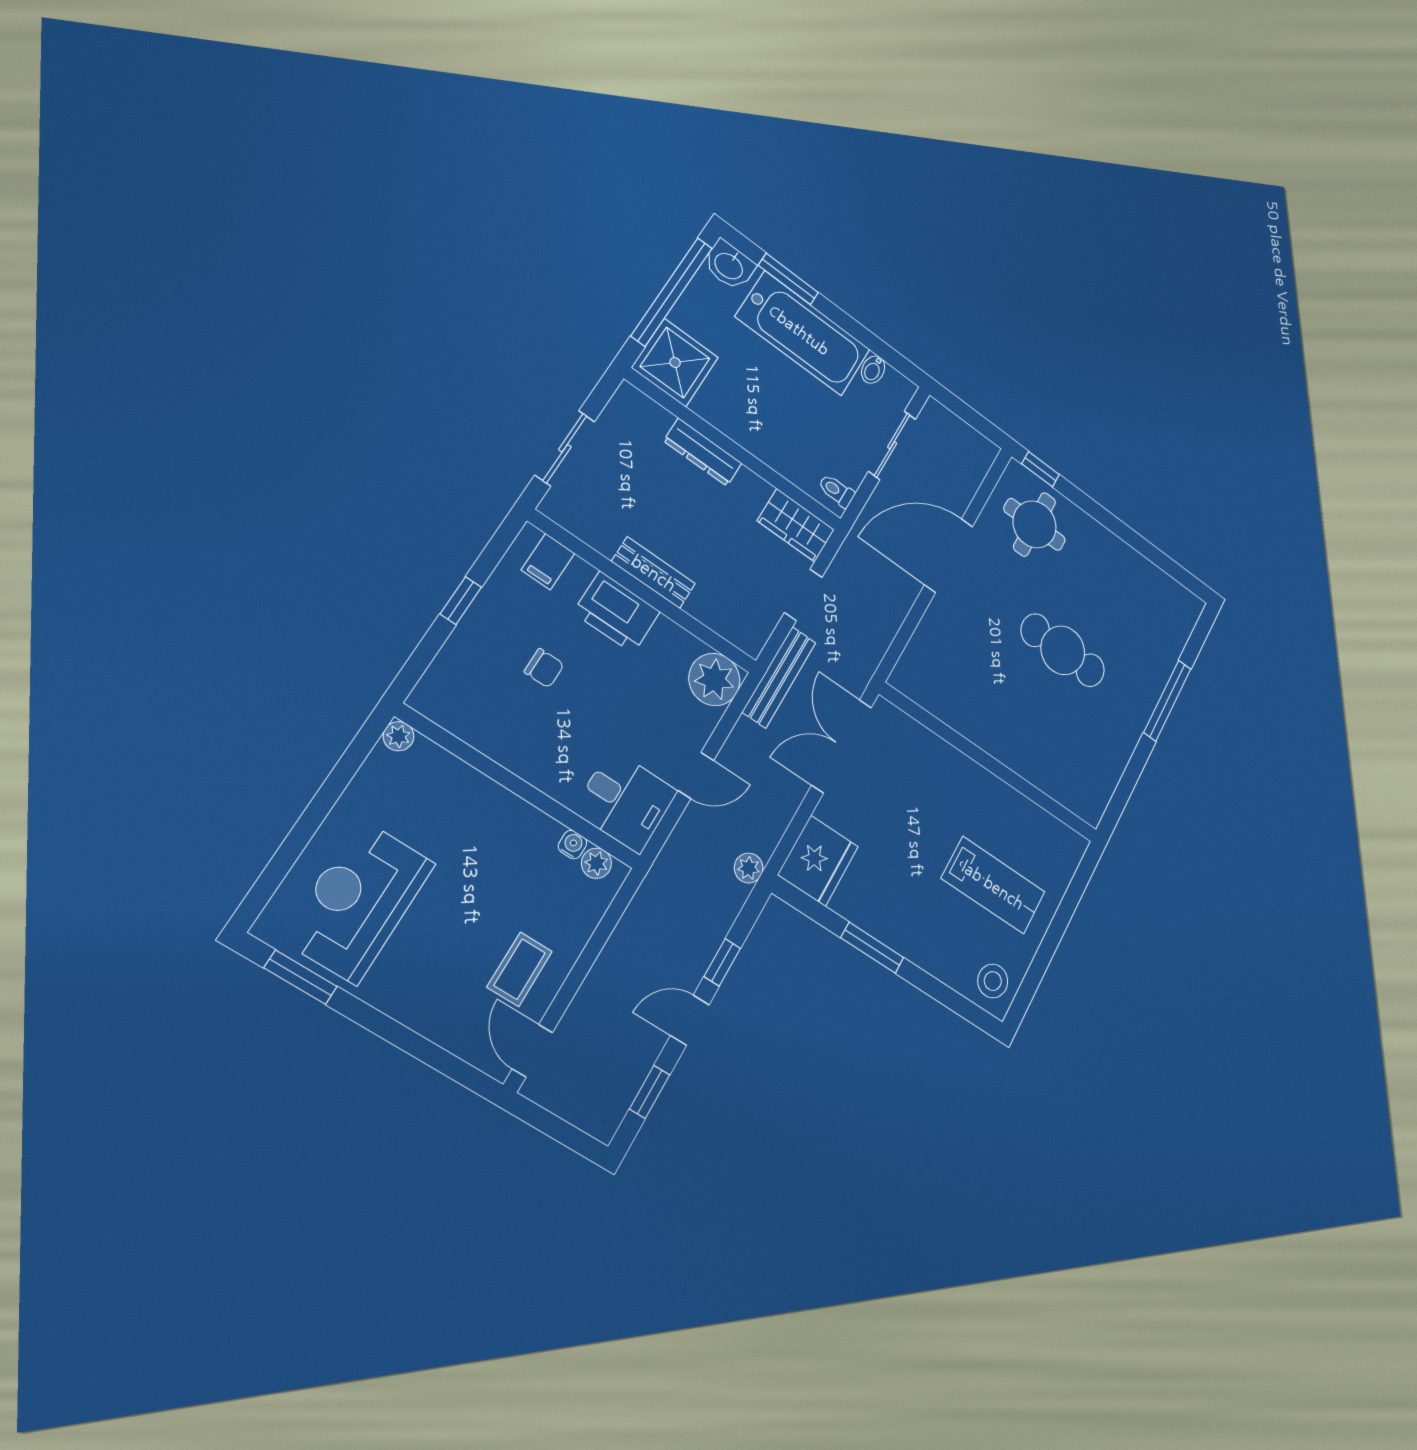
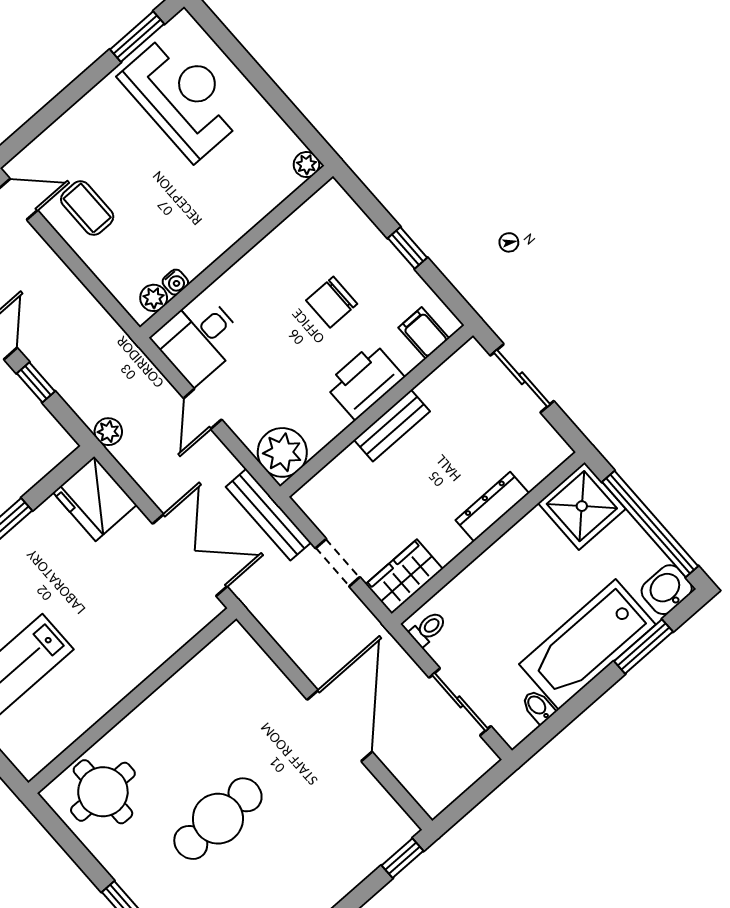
round table: (1035, 524) -> (103, 792), moved
chair: (544, 668) -> (332, 302), width x1.37, depth x1.37

